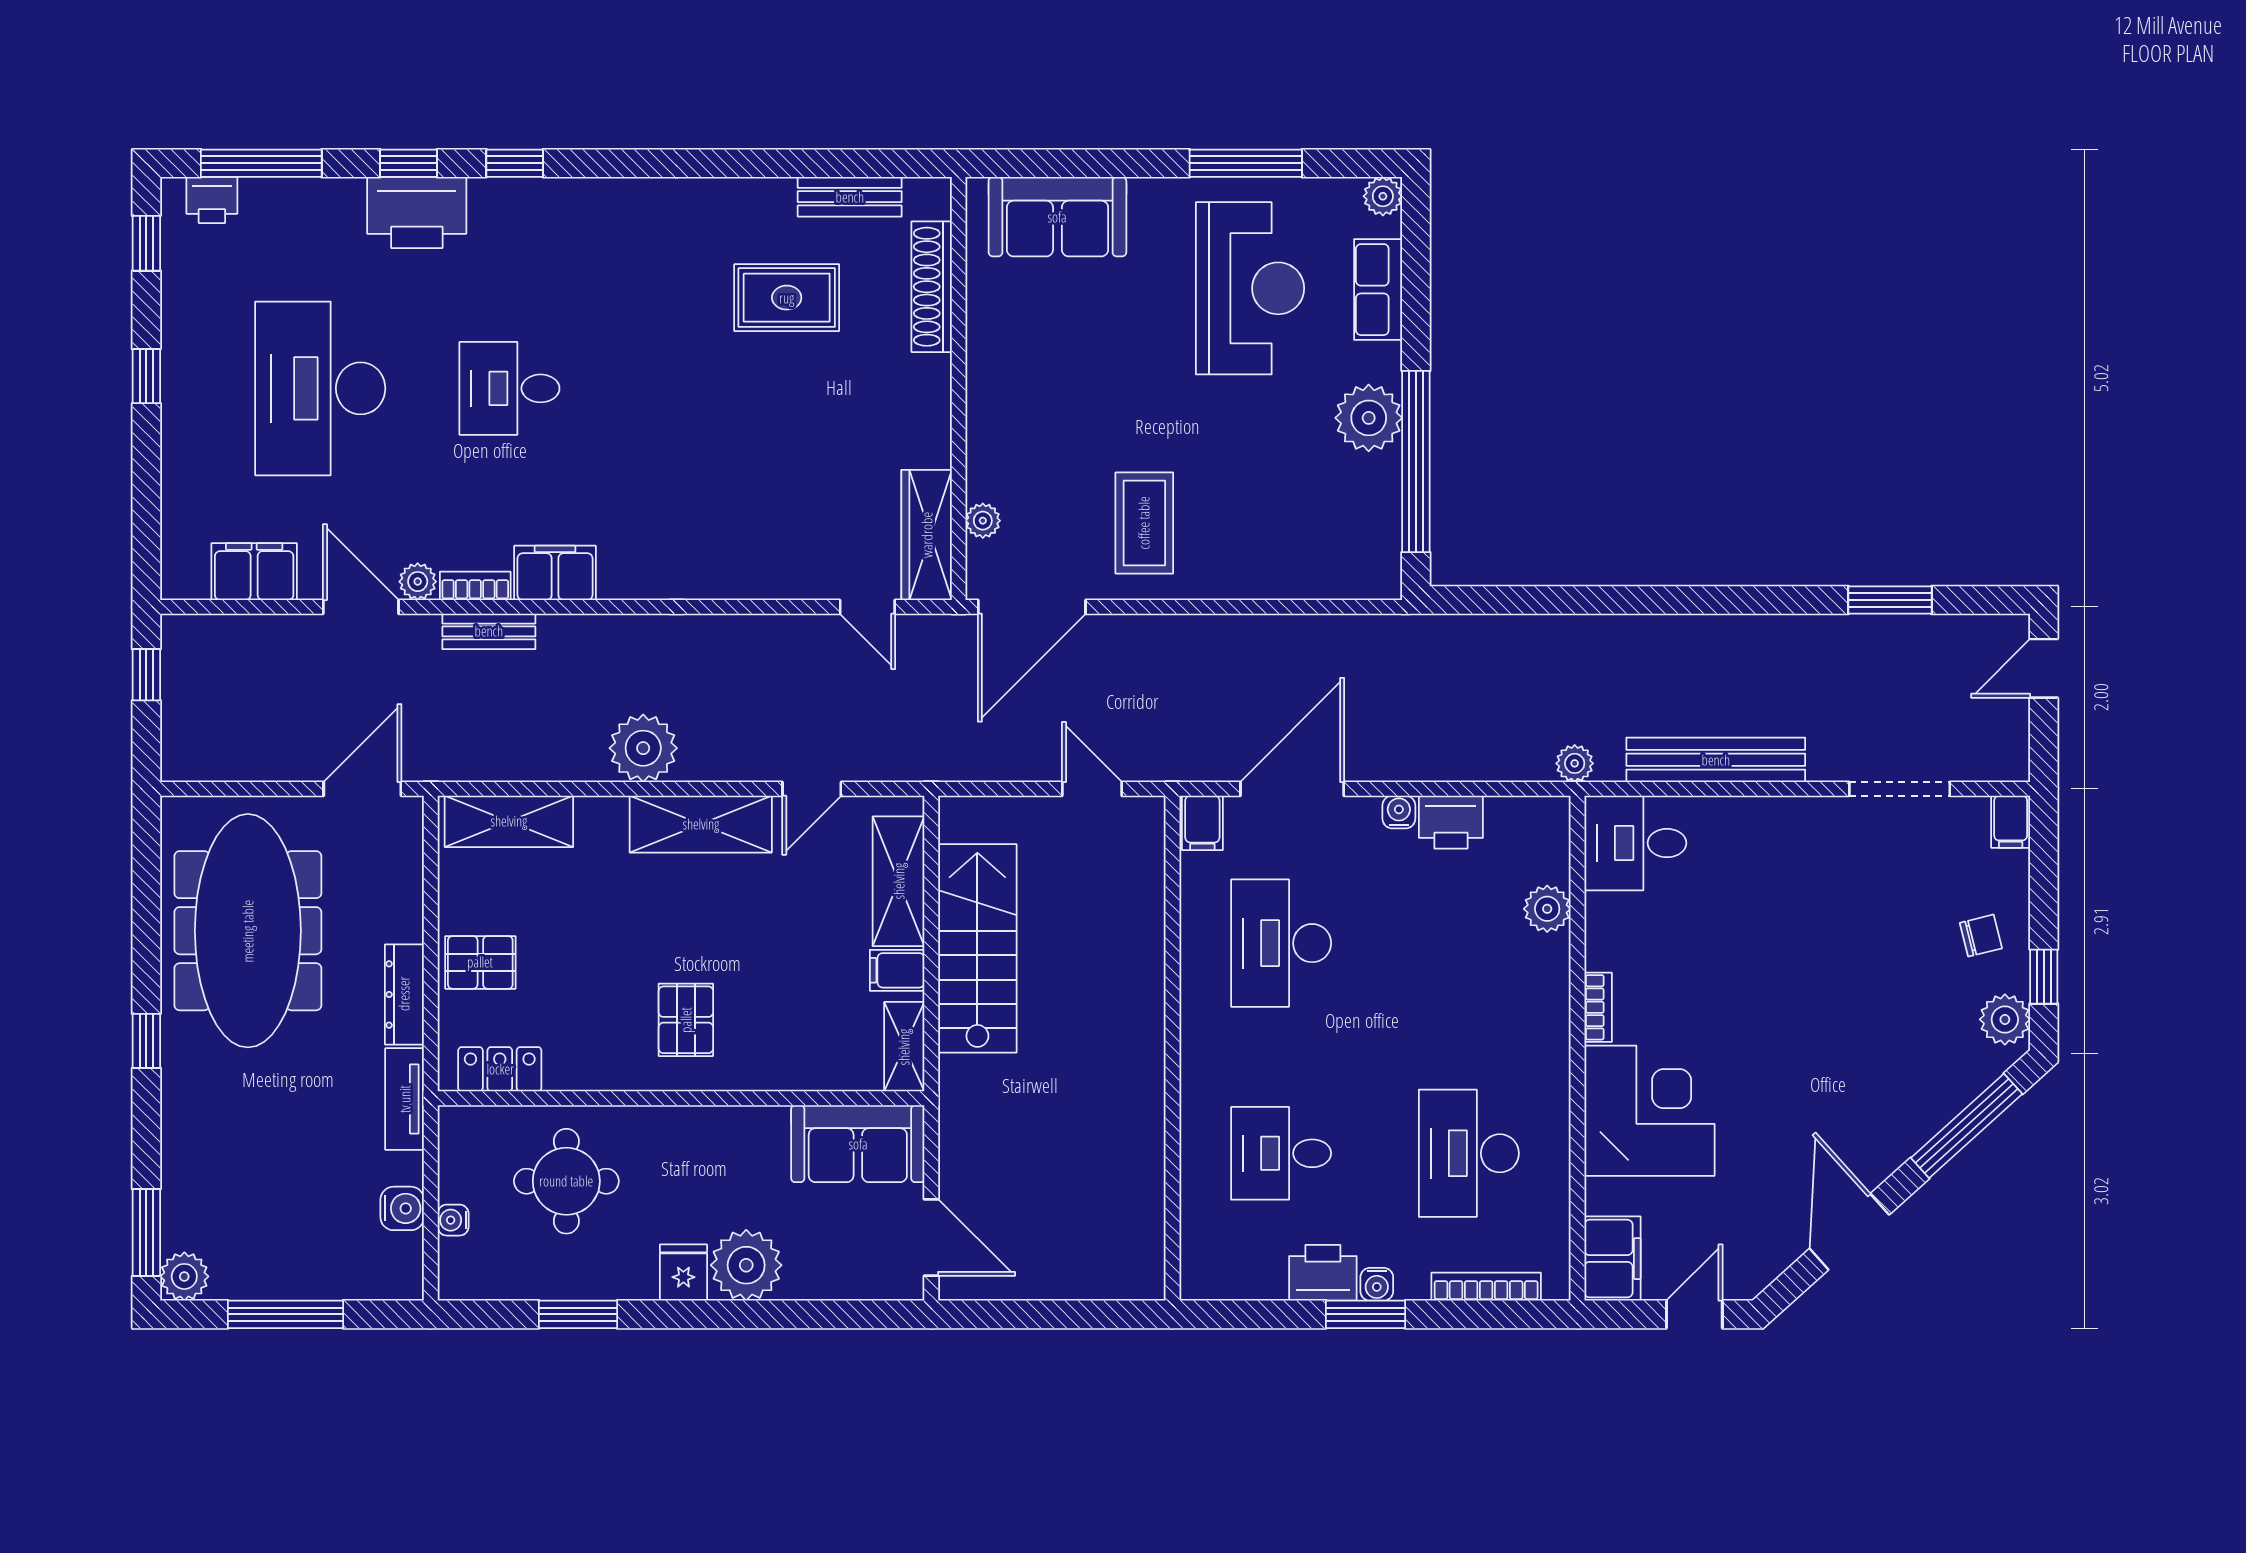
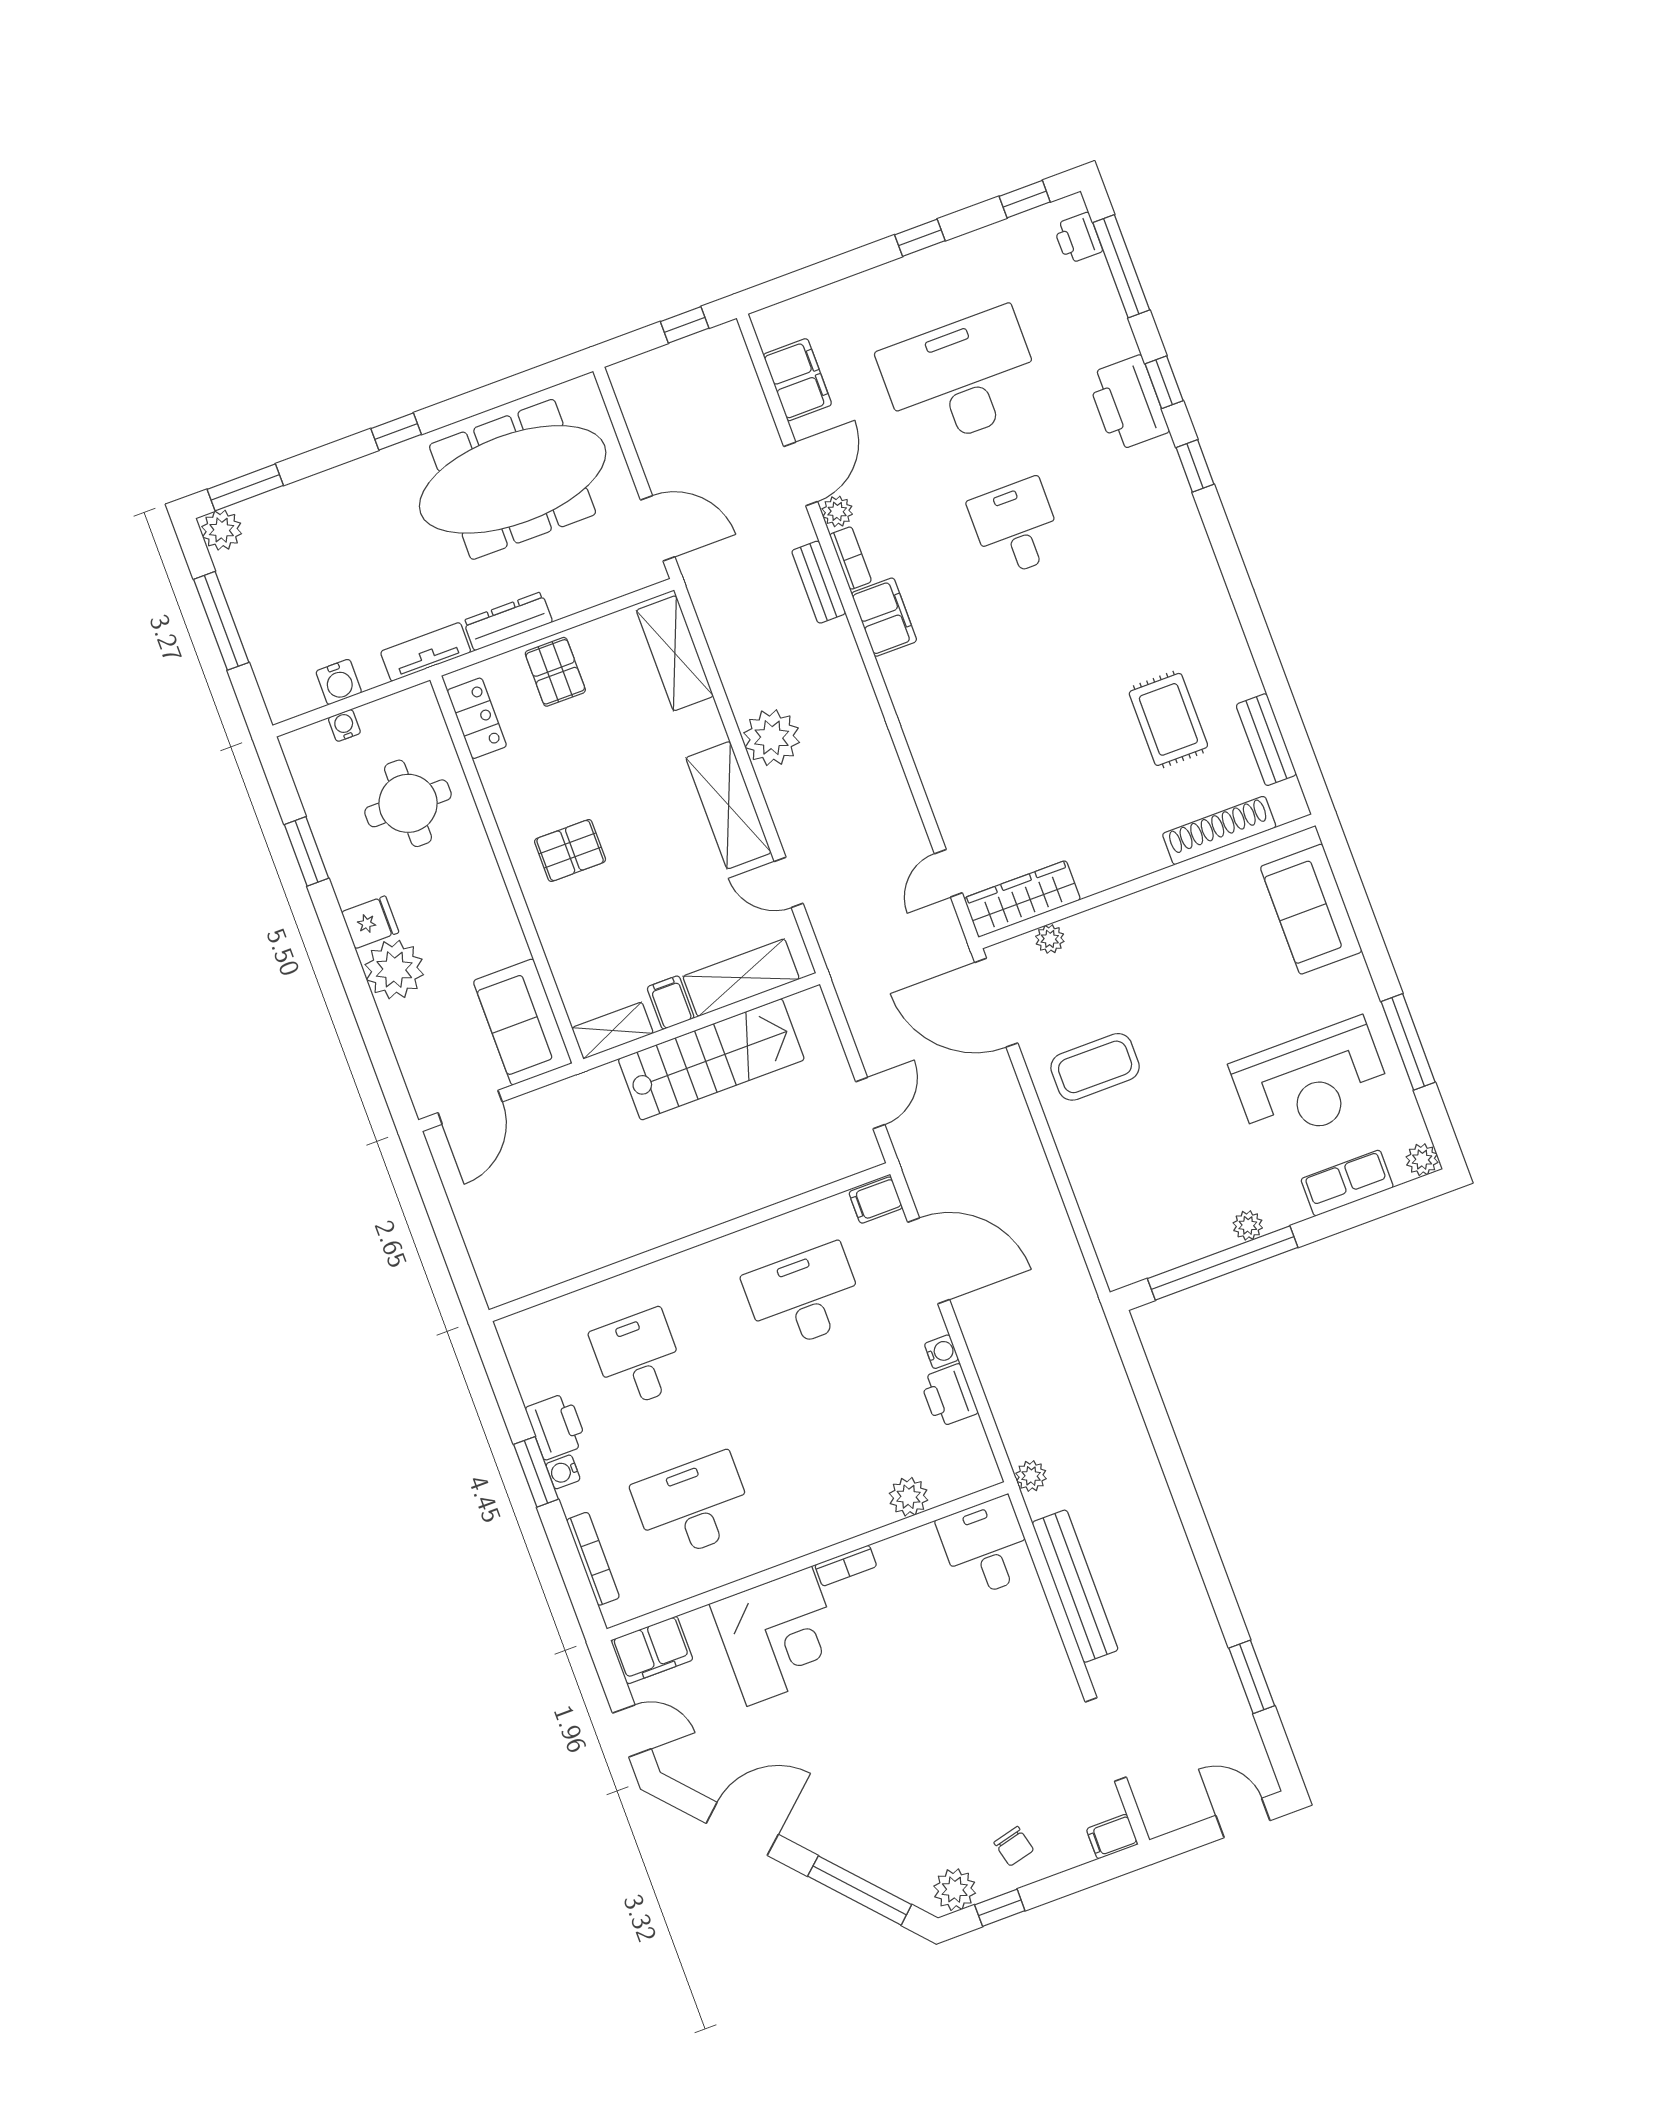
plant: (1369, 418) -> (1248, 1225), width x0.53, depth x0.53

